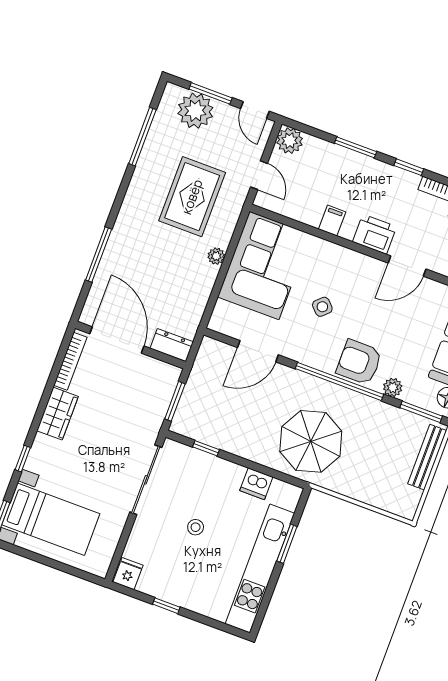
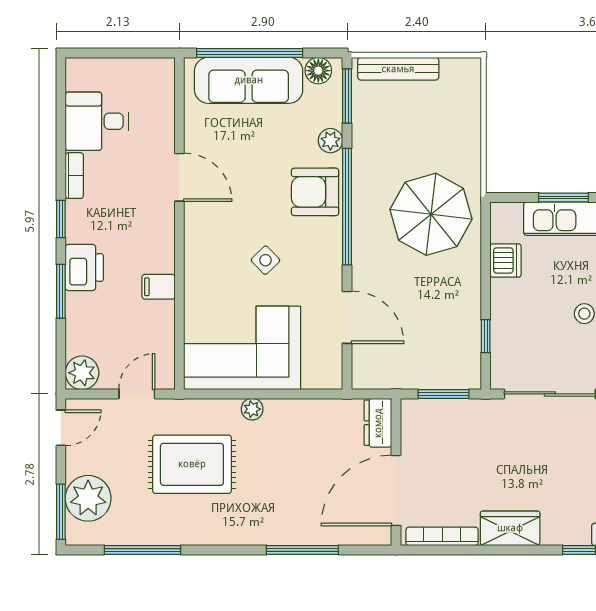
window: (211, 93) -> (61, 512), moved
printer: (375, 234) -> (84, 267), moved, turned 180
armchair: (359, 362) -> (315, 192), turned 90

